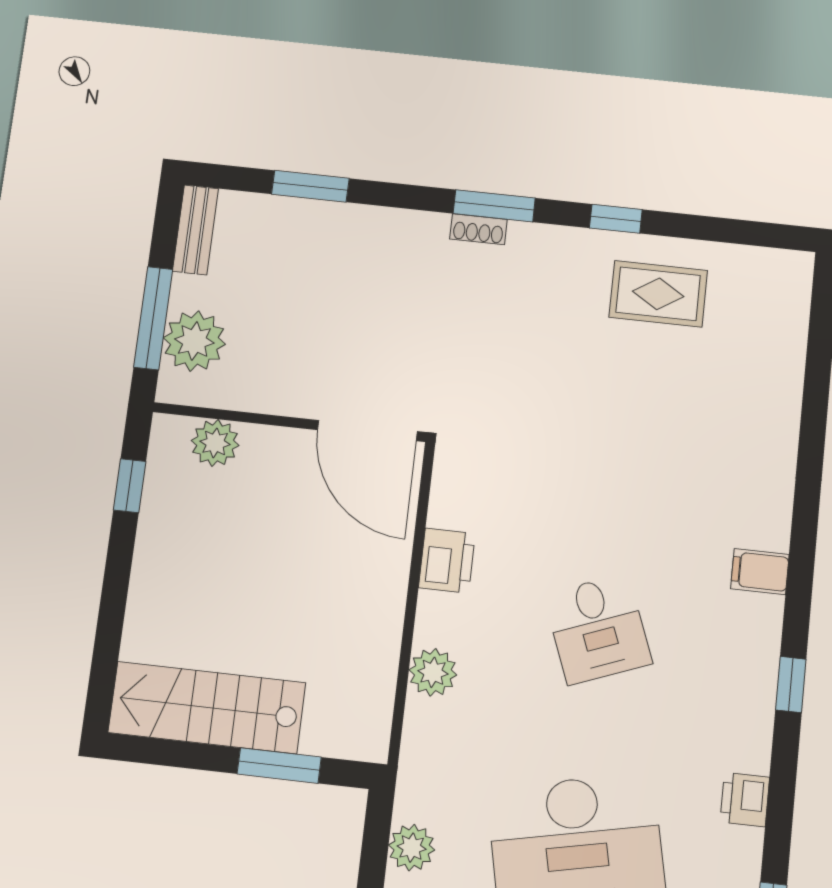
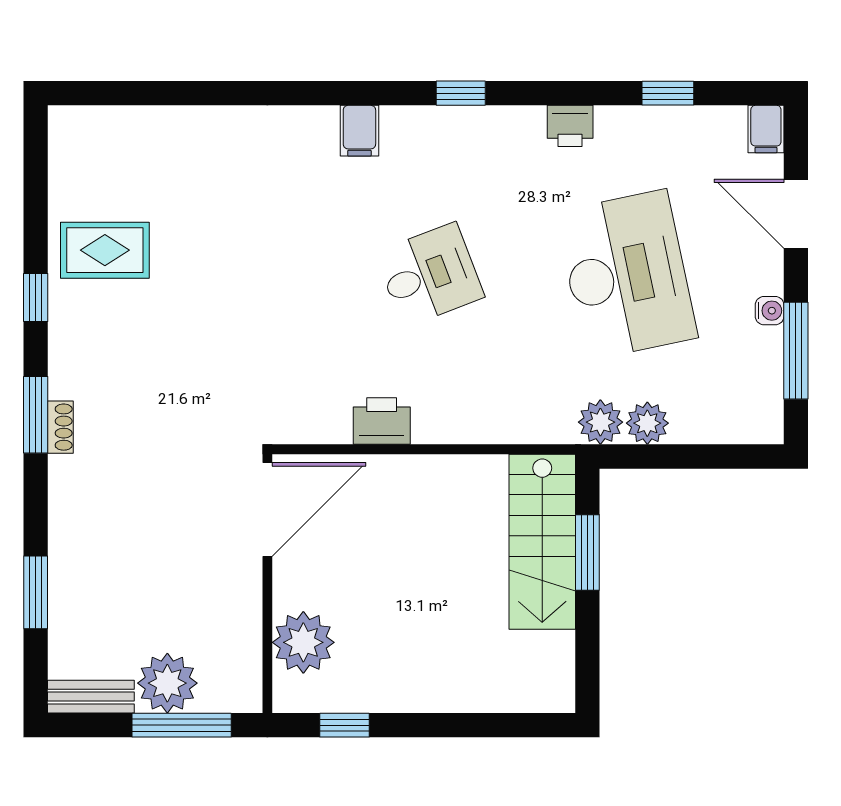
rug: (658, 294) -> (105, 250), turned 90
plant: (194, 341) -> (167, 683), moved
plant: (215, 443) -> (303, 642), width x1.36, depth x1.36
plant: (433, 672) -> (600, 422), moved
stairs: (207, 708) -> (542, 542), moved

